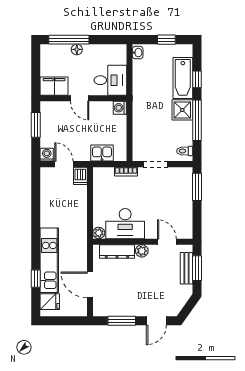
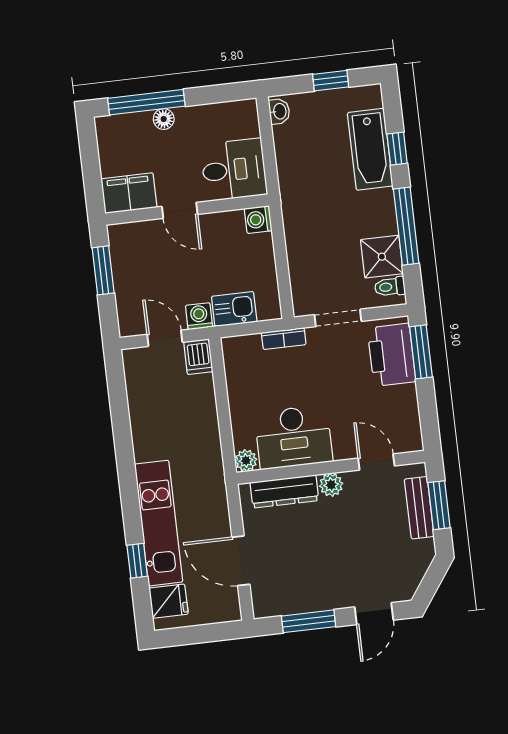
shower: (182, 110) -> (382, 257), moved
washing machine: (47, 155) -> (199, 316), moved
printer: (181, 187) -> (392, 355), added

